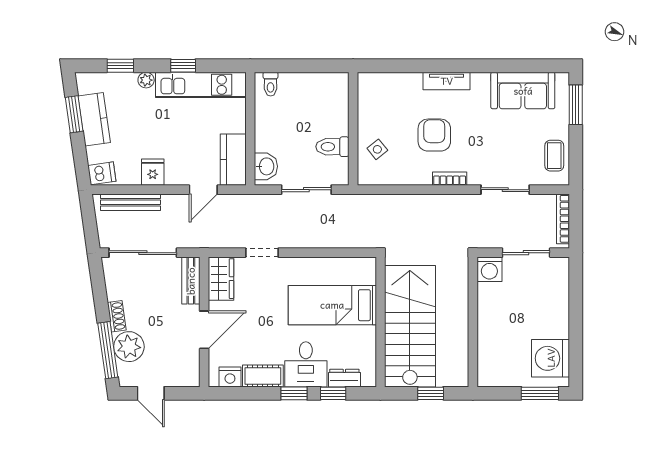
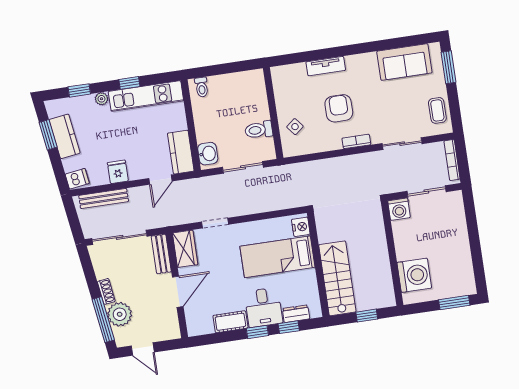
tv unit: (447, 81) -> (326, 66), moved
stairs: (410, 326) -> (337, 278), width x0.73, depth x0.66
washing machine: (551, 358) -> (414, 275), moved, turned 180
nightstand: (230, 377) -> (301, 227), moved, turned -90

